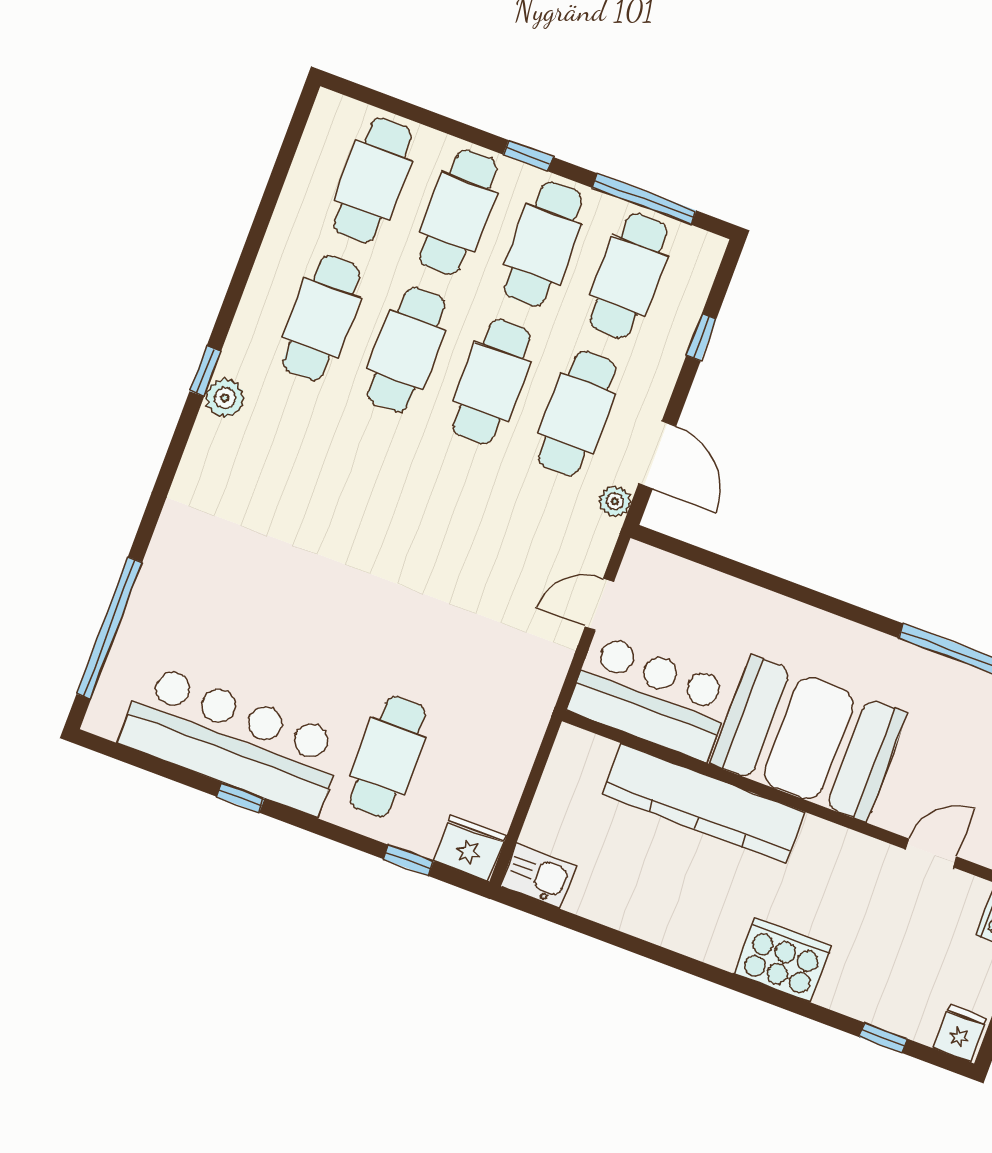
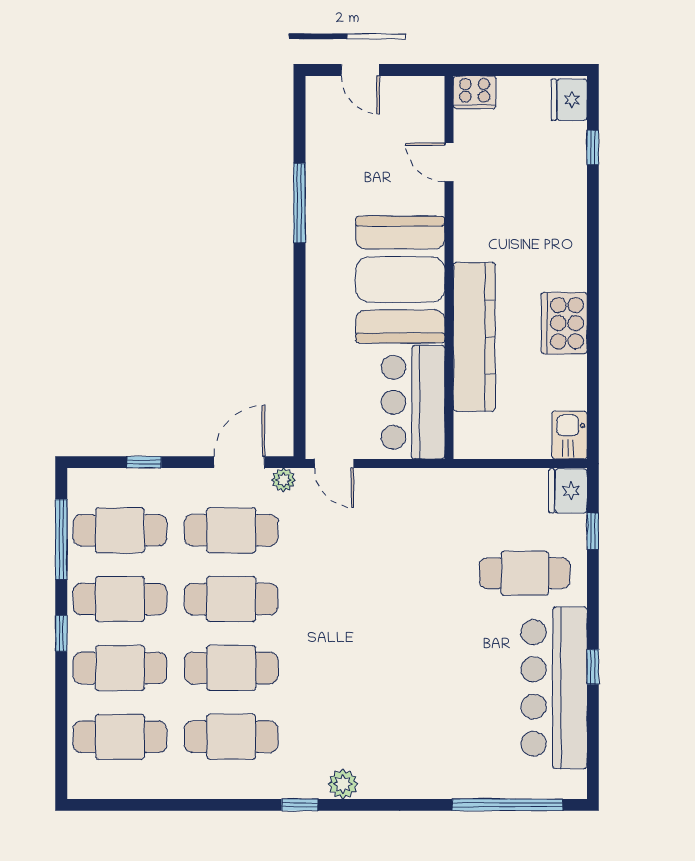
plant: (225, 398) -> (343, 784), moved
door: (599, 604) -> (334, 464), moved
cooker: (783, 960) -> (564, 323), moved
fridge: (960, 1033) -> (569, 100), width x1.38

